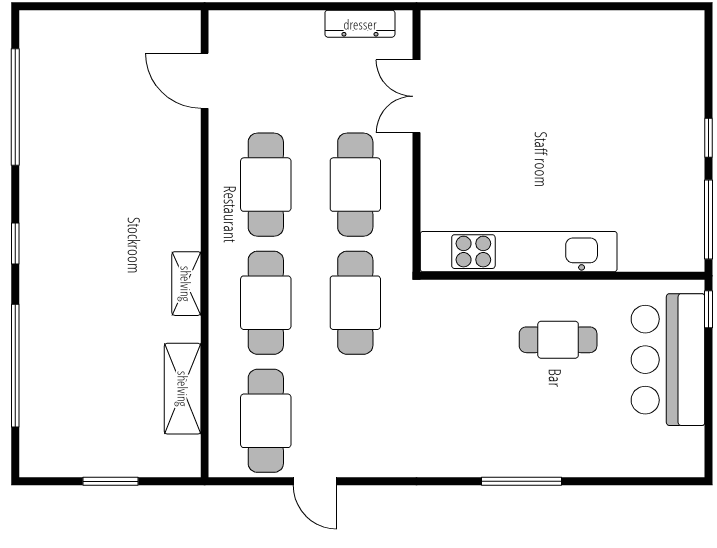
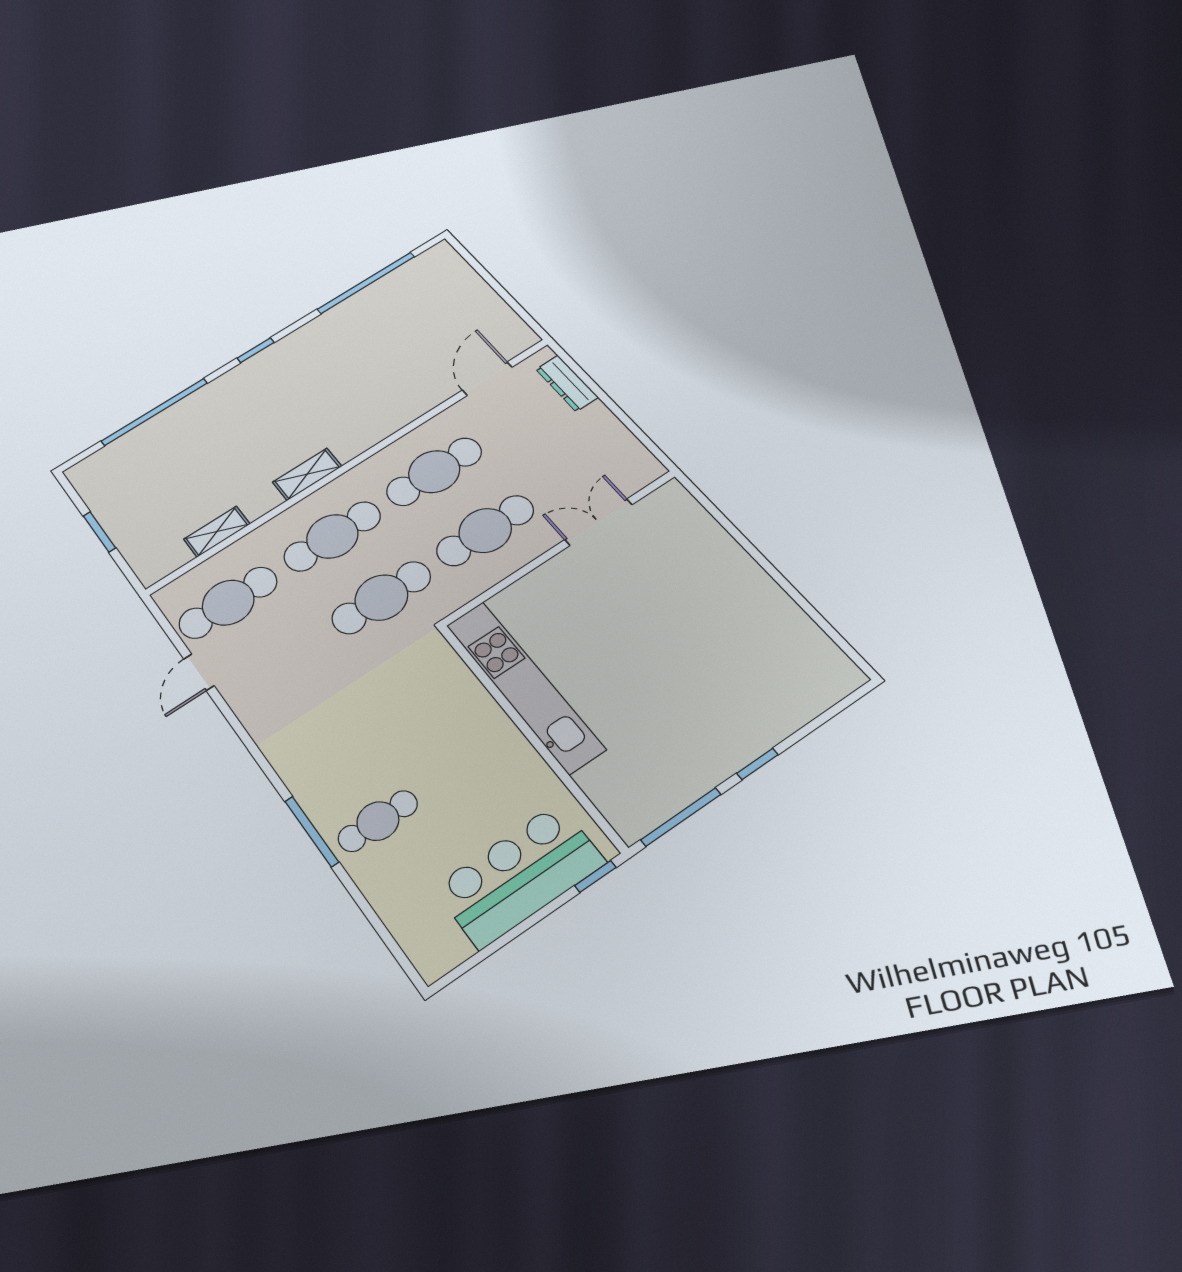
dresser: (360, 24) -> (567, 383), moved
cafe table: (558, 340) -> (378, 821), moved, turned 90
shelving: (183, 389) -> (217, 532), width x0.67, depth x0.75

